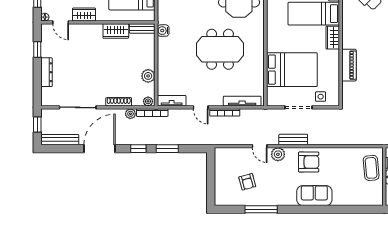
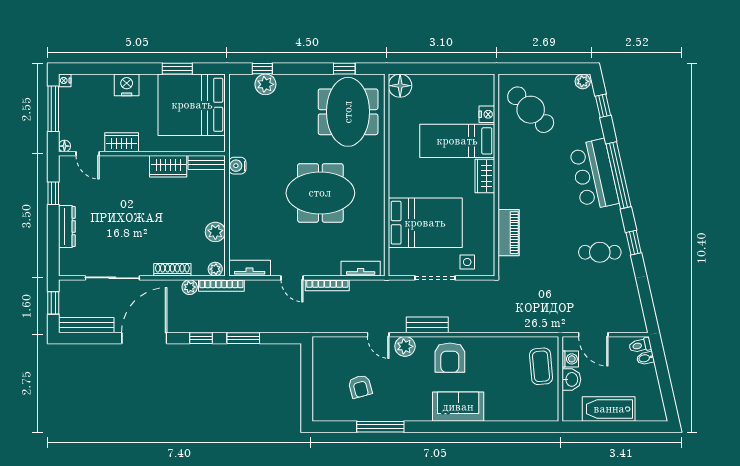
piano: (349, 65) -> (509, 233), moved
tv unit: (242, 101) -> (361, 269), width x0.71
armchair: (309, 162) -> (450, 358), turned 90

